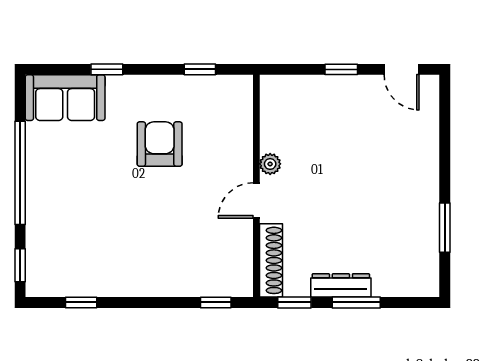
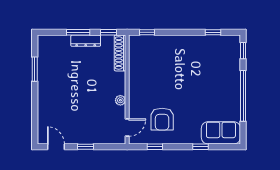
armchair: (160, 144) -> (162, 119), moved
door: (256, 200) -> (127, 128), moved

